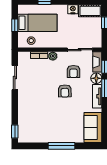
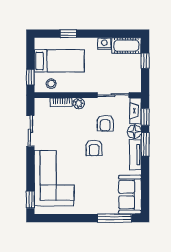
window: (15, 25) -> (30, 77), moved
corner sofa: (34, 115) -> (54, 178), added
window: (62, 146) -> (114, 218), moved

